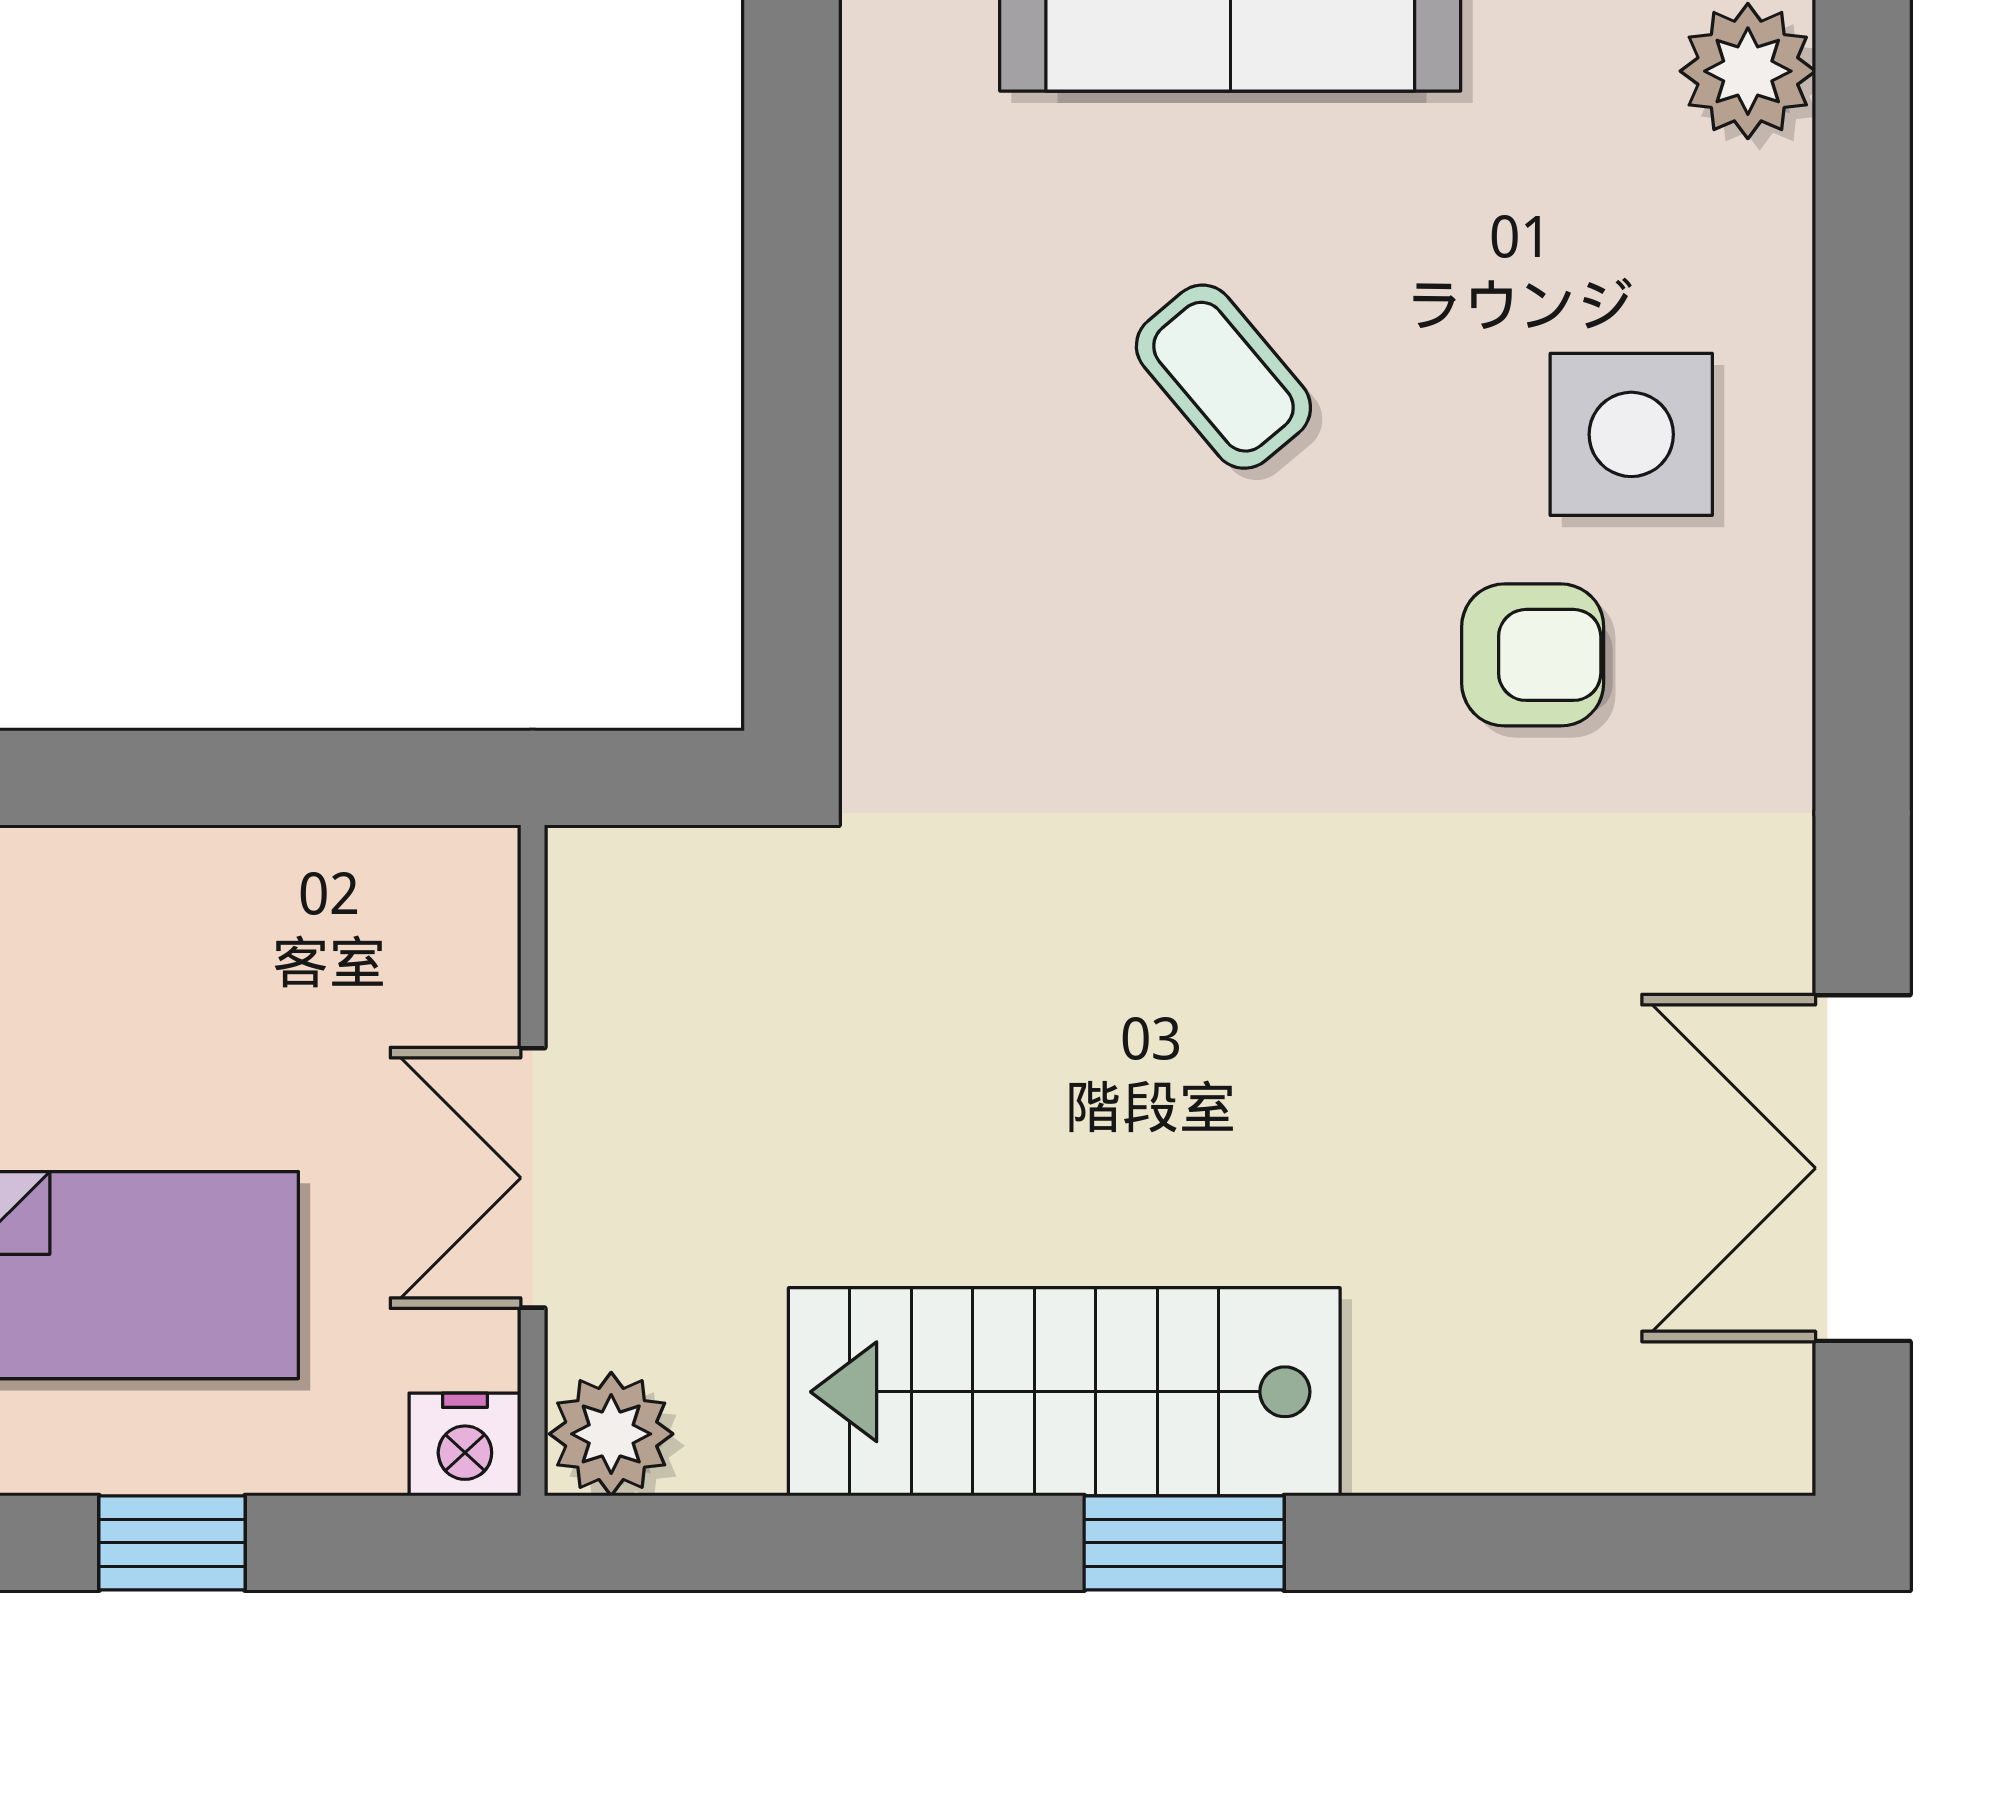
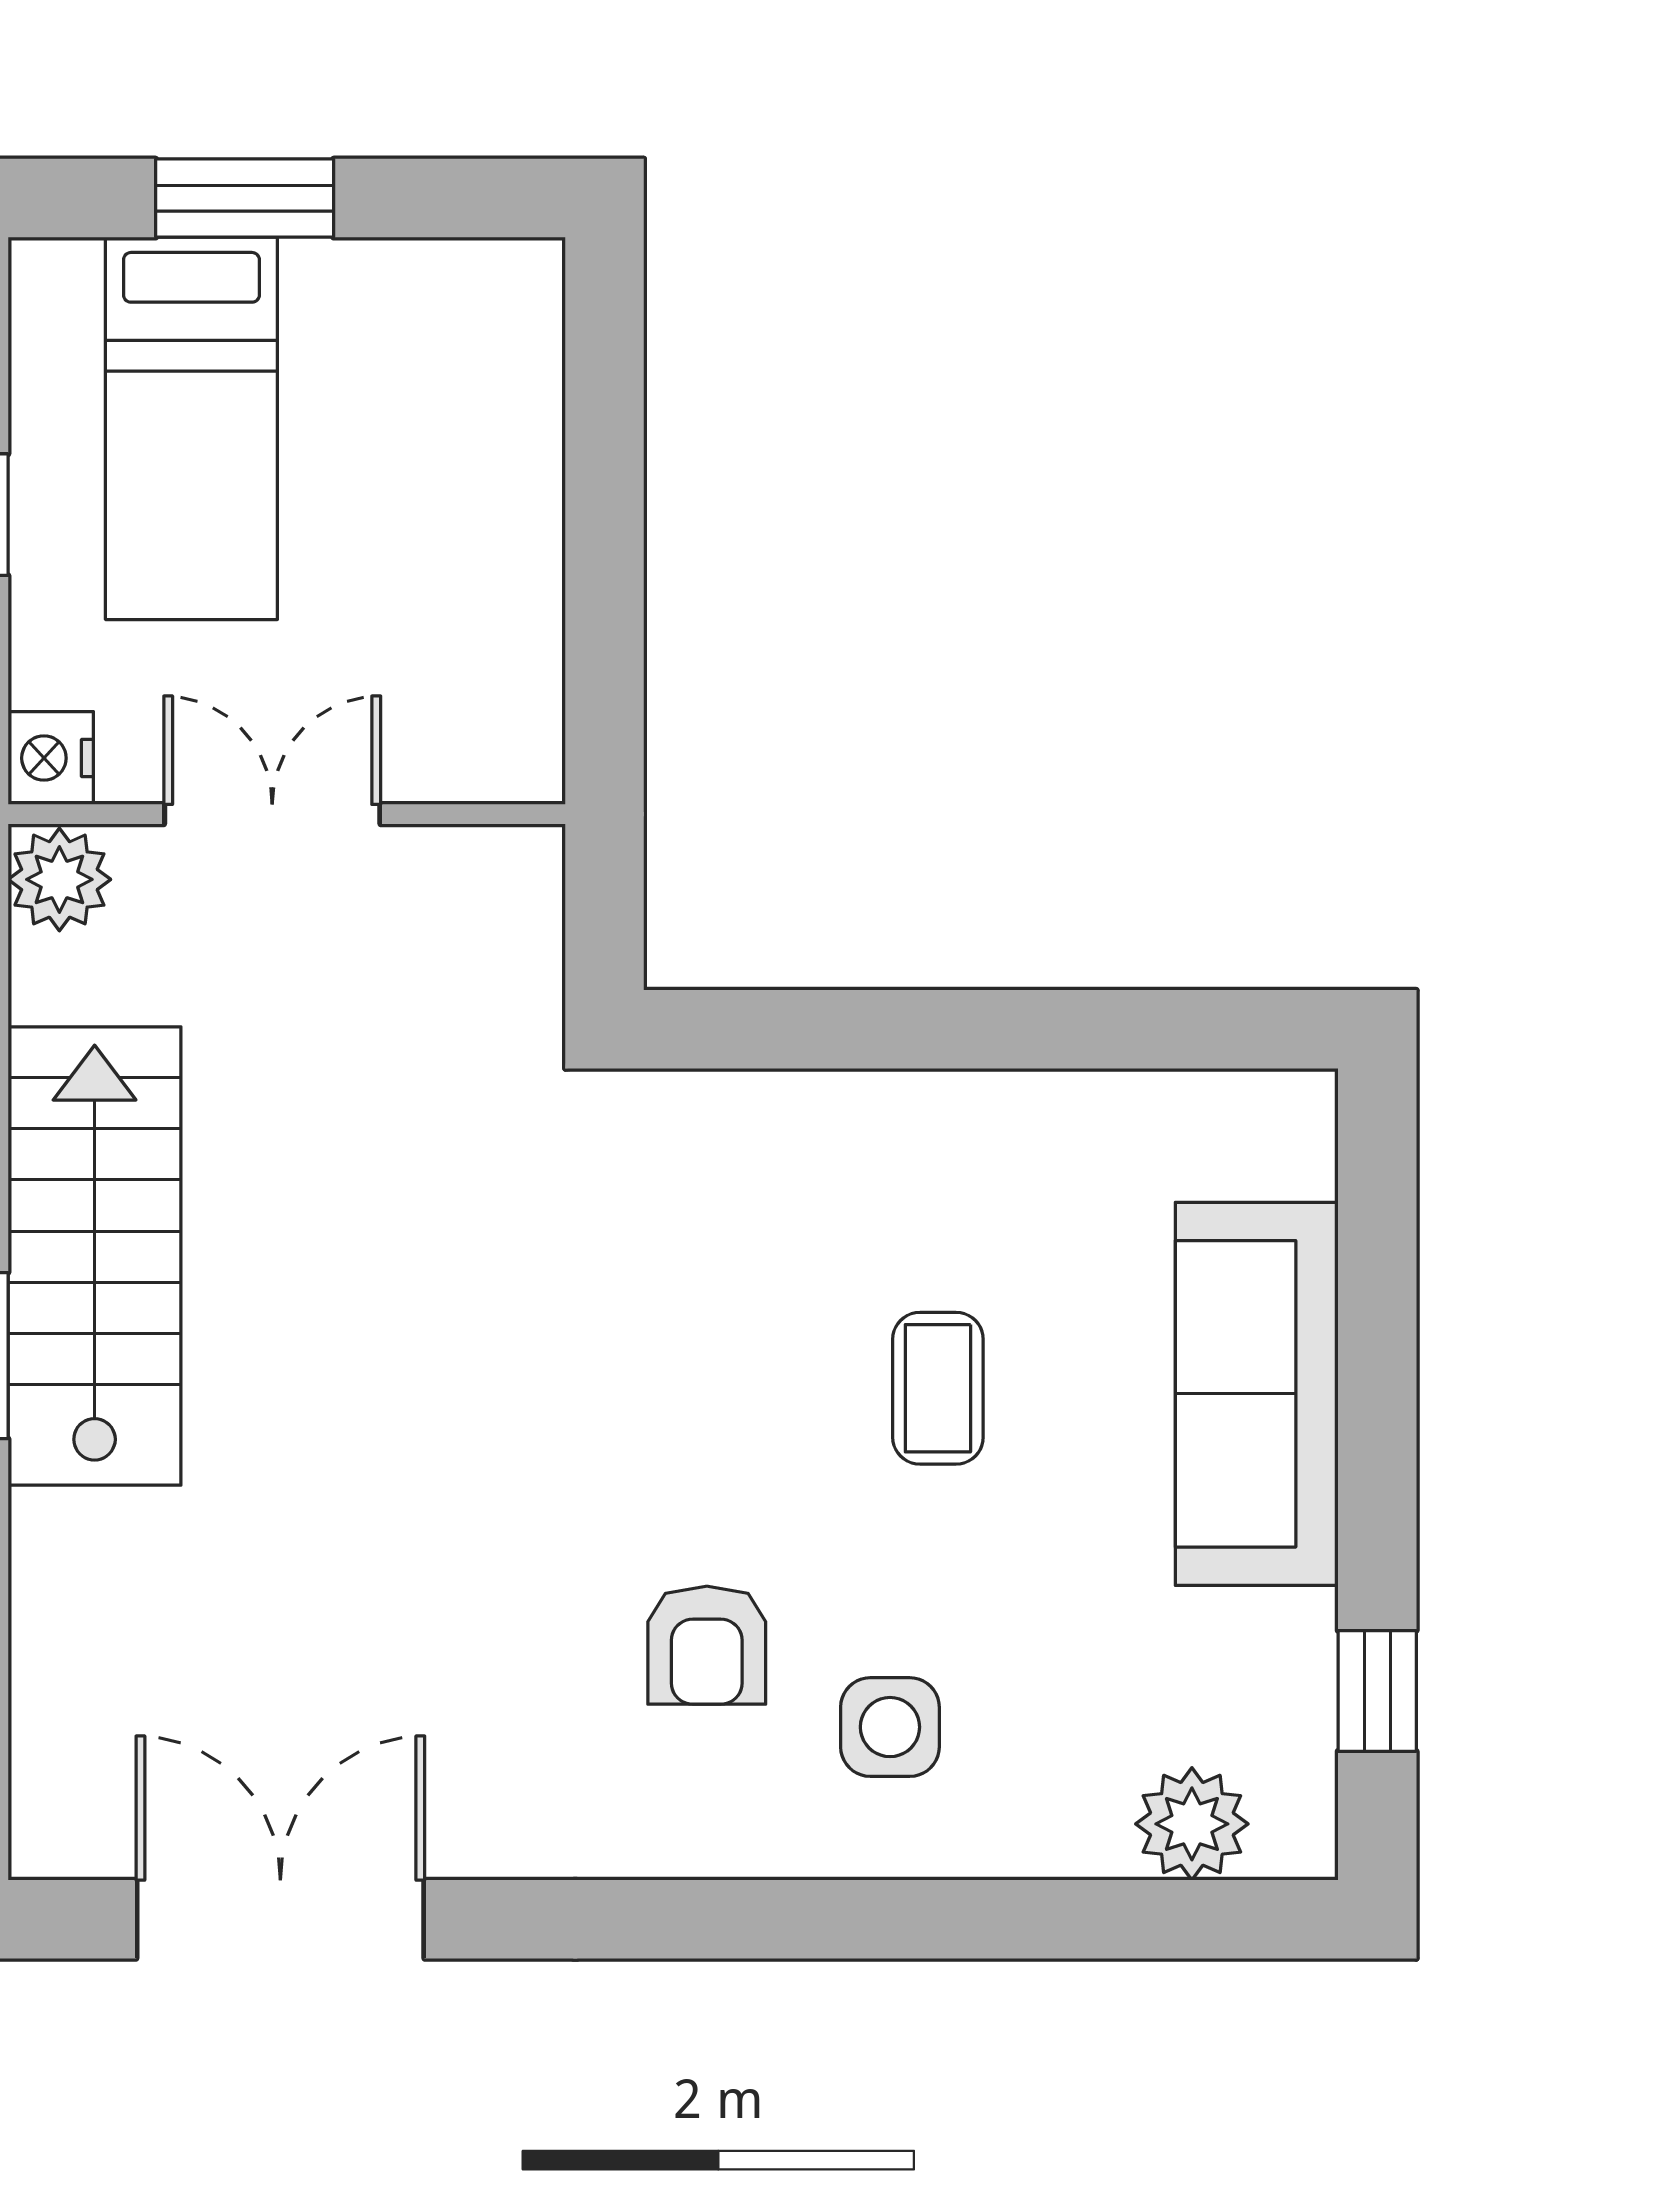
coffee table: (1223, 377) -> (938, 1388), turned -50
side table: (1631, 434) -> (890, 1727), width x0.73, depth x0.73

